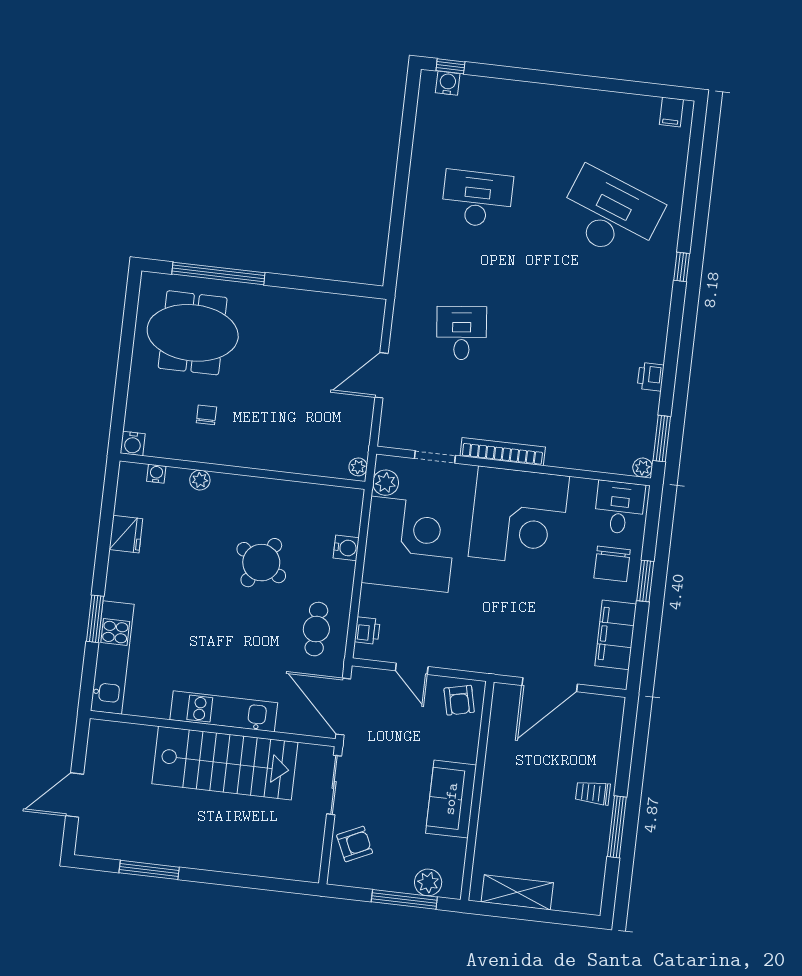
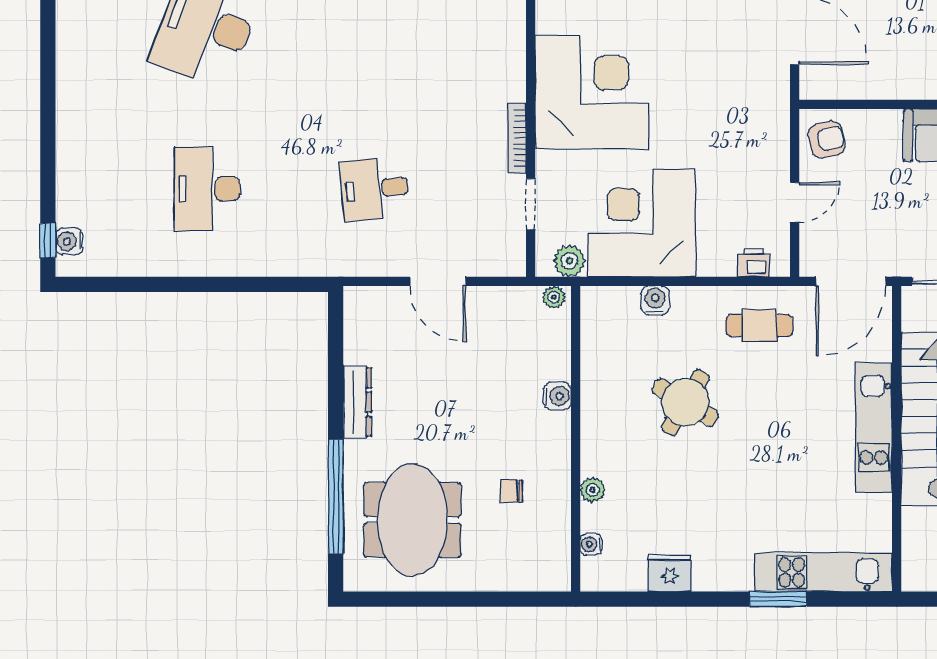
dresser: (292, 300) -> (357, 402), added
water cooler: (133, 444) -> (557, 396), moved
bookcase: (503, 452) -> (517, 138), width x0.68, depth x0.76

